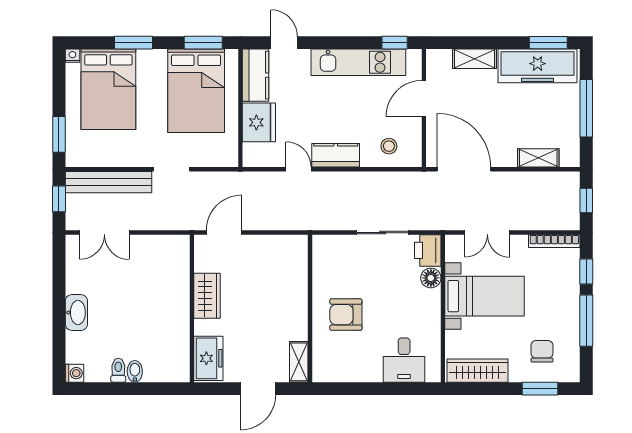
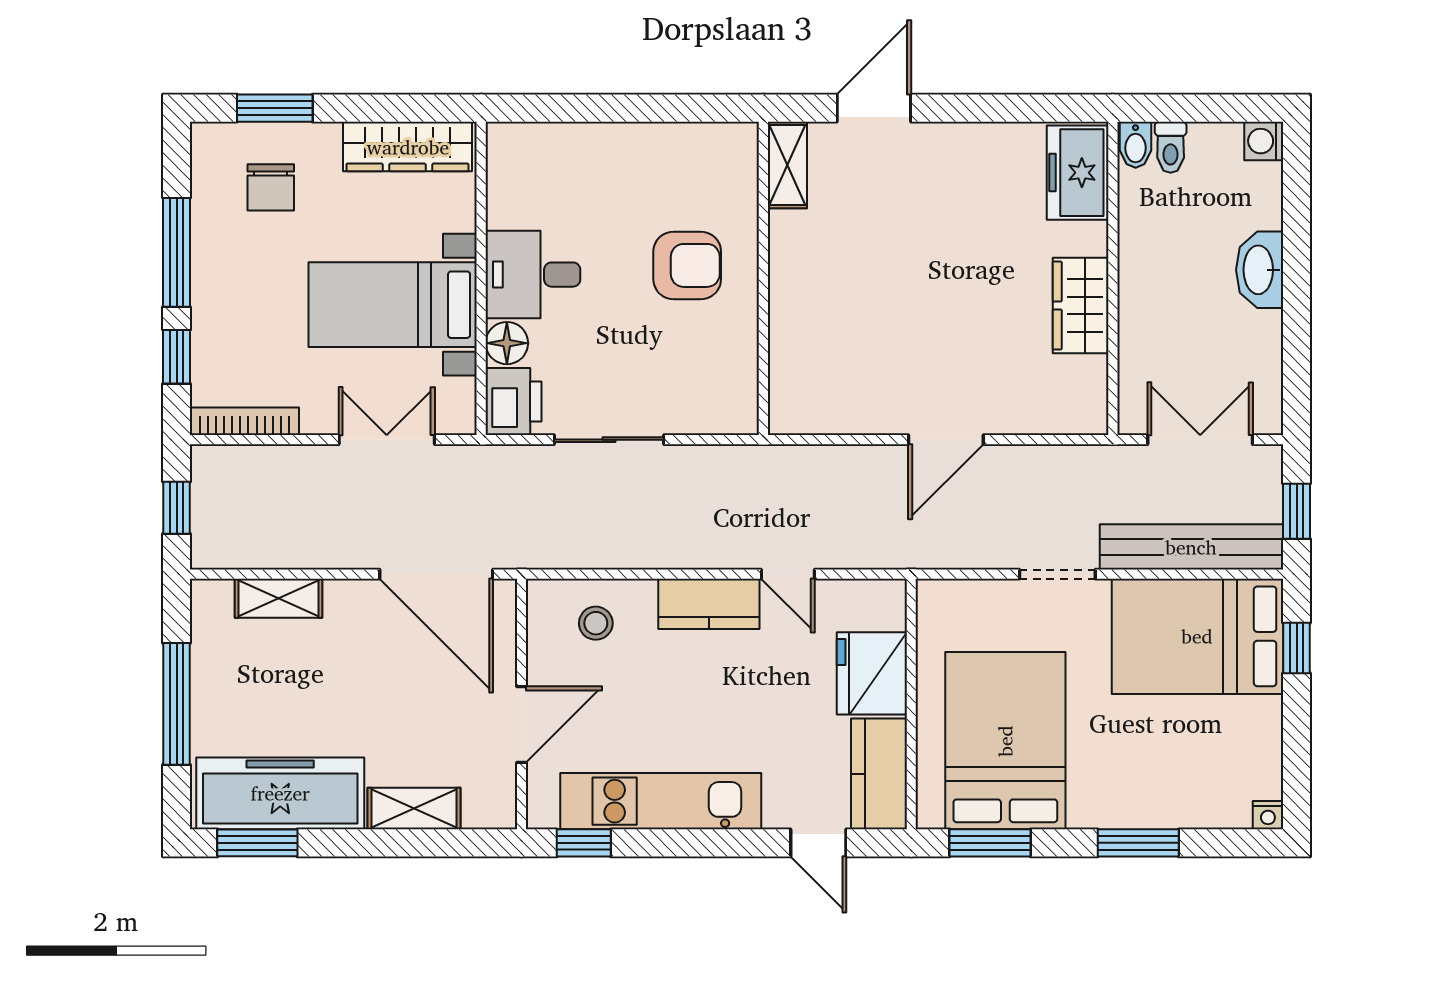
bed: (108, 89) -> (1197, 636), moved, turned -90
window: (59, 134) -> (1297, 648), width x0.67
wardrobe: (207, 296) -> (1081, 305), moved
wall: (192, 308) -> (1113, 278), moved
freezer: (208, 358) -> (1078, 173), moved
desk: (404, 360) -> (533, 275), moved, turned -90

